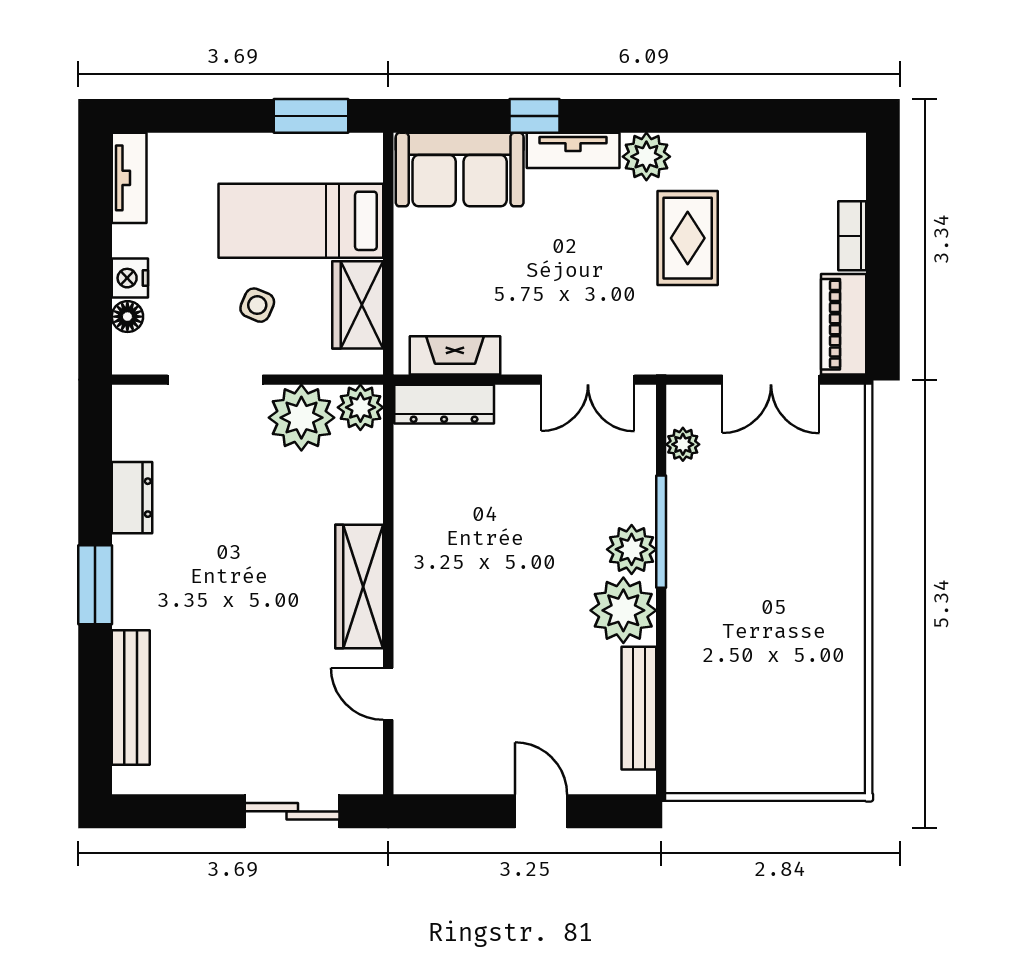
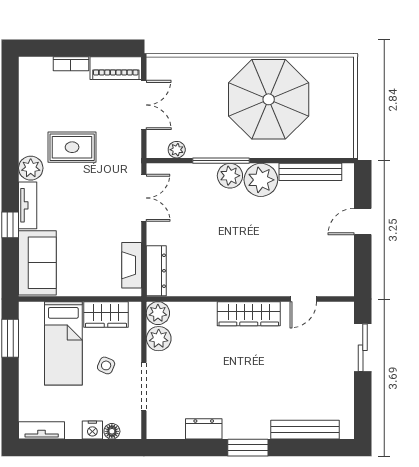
plant: (301, 418) -> (159, 339), width x0.73, depth x0.73
parasol: (782, 626) -> (269, 99), added

